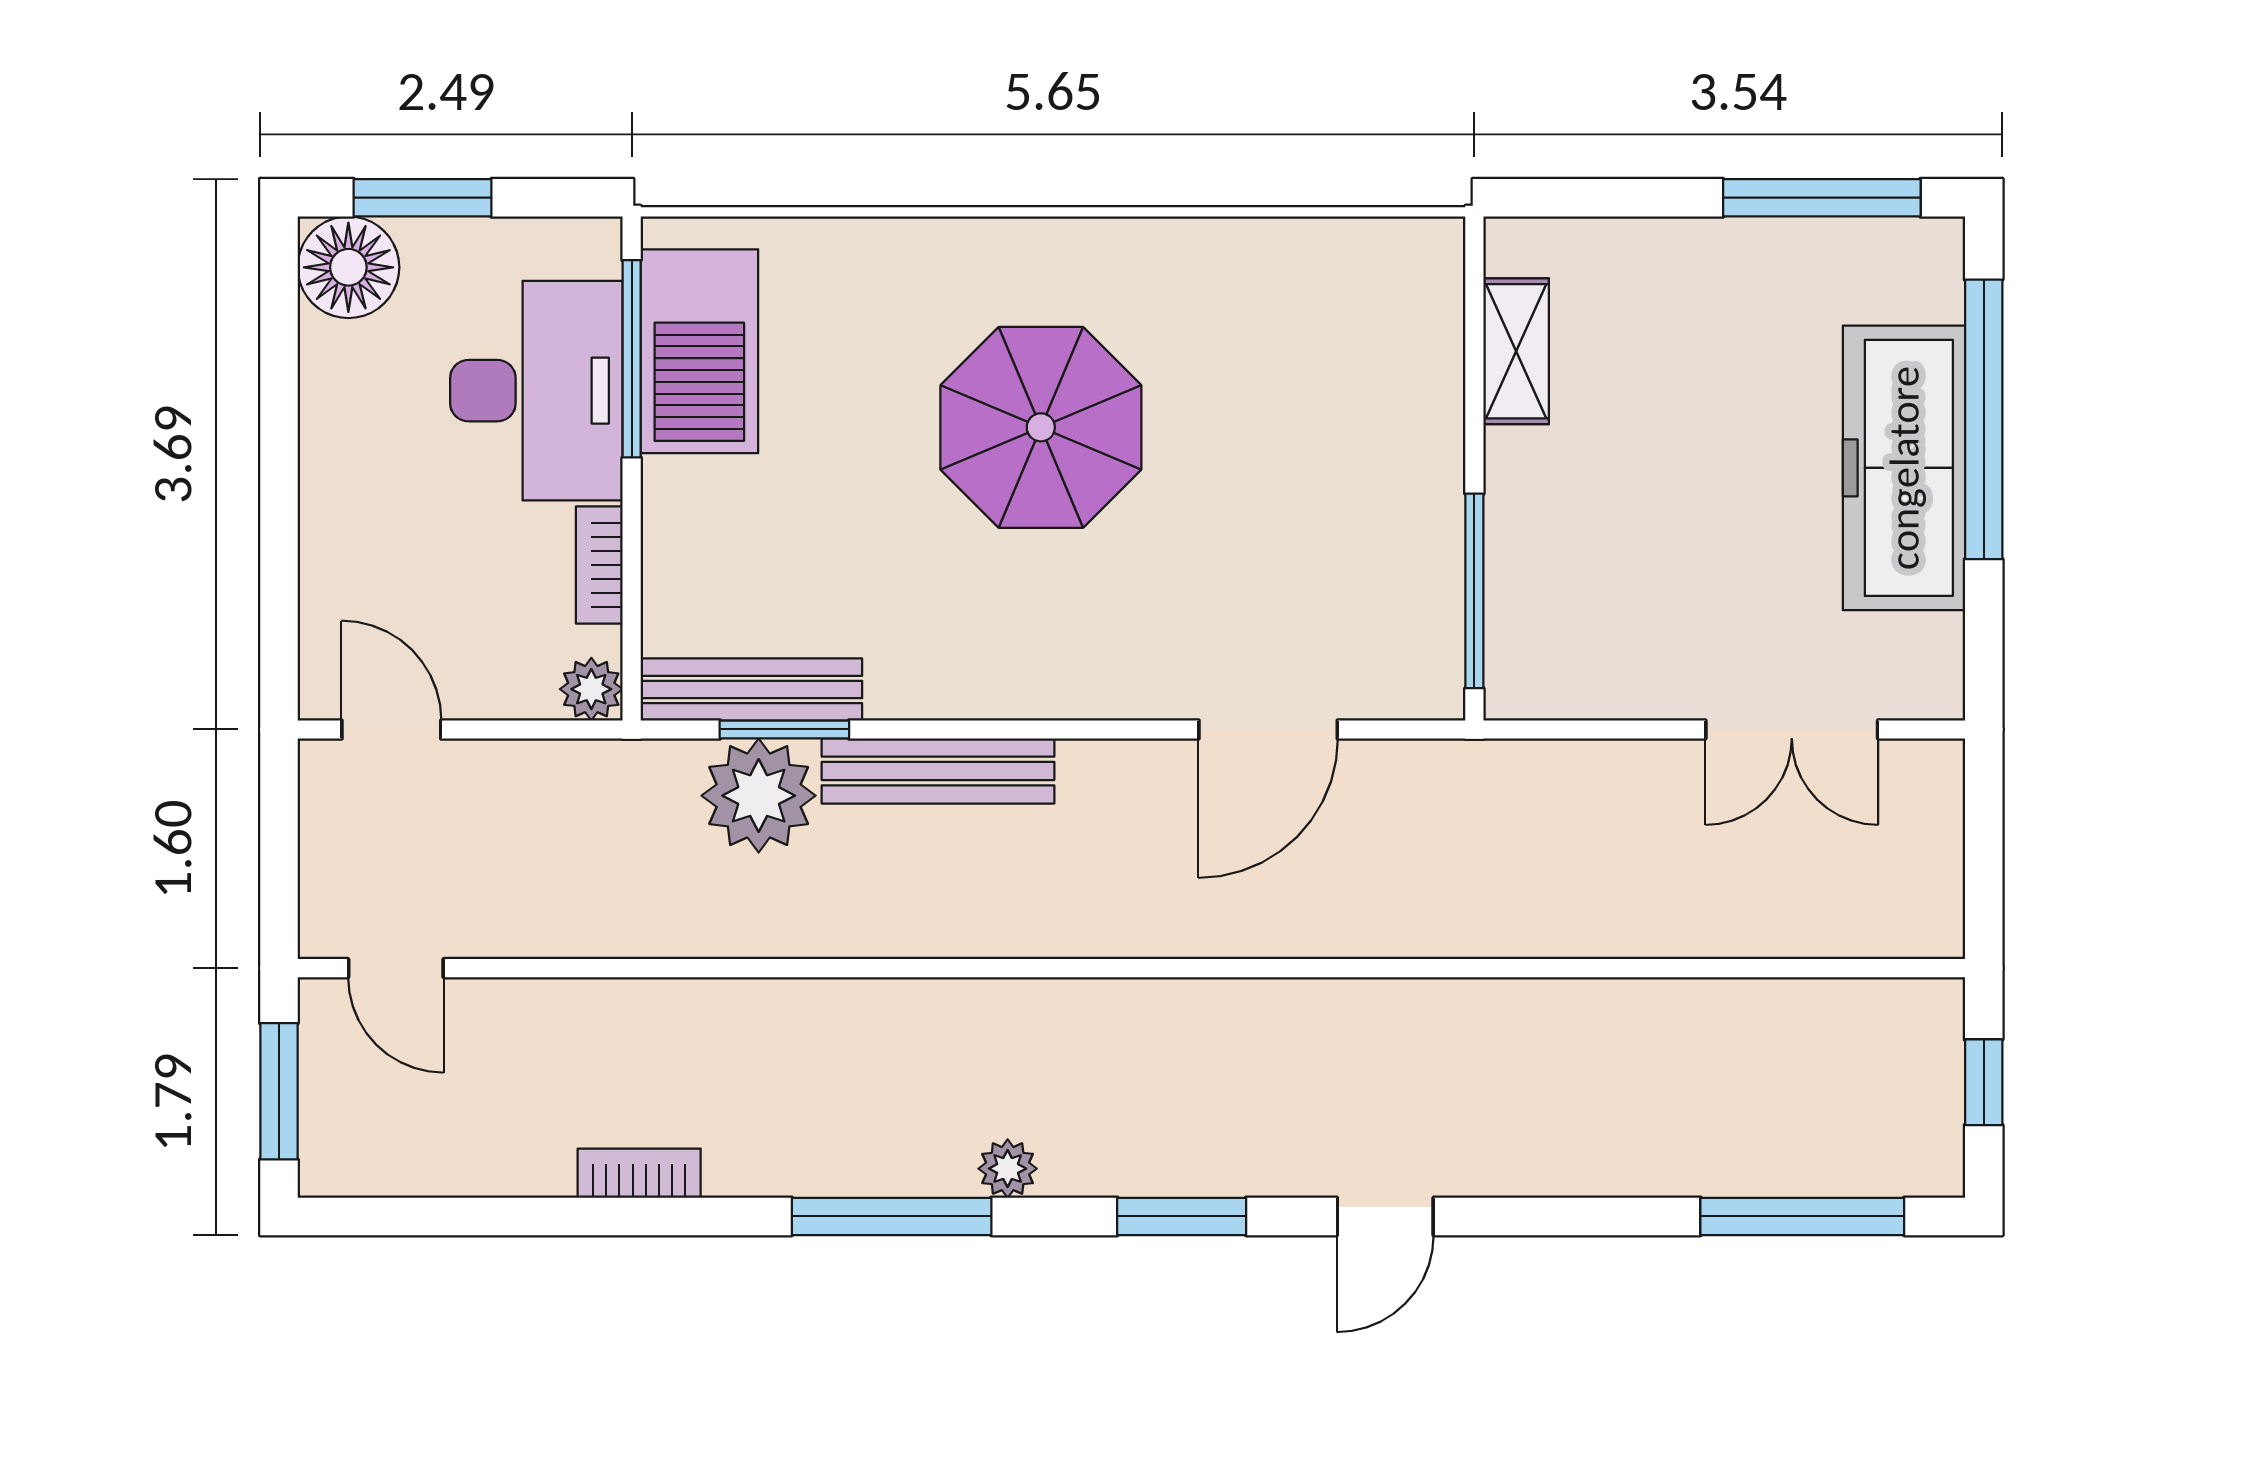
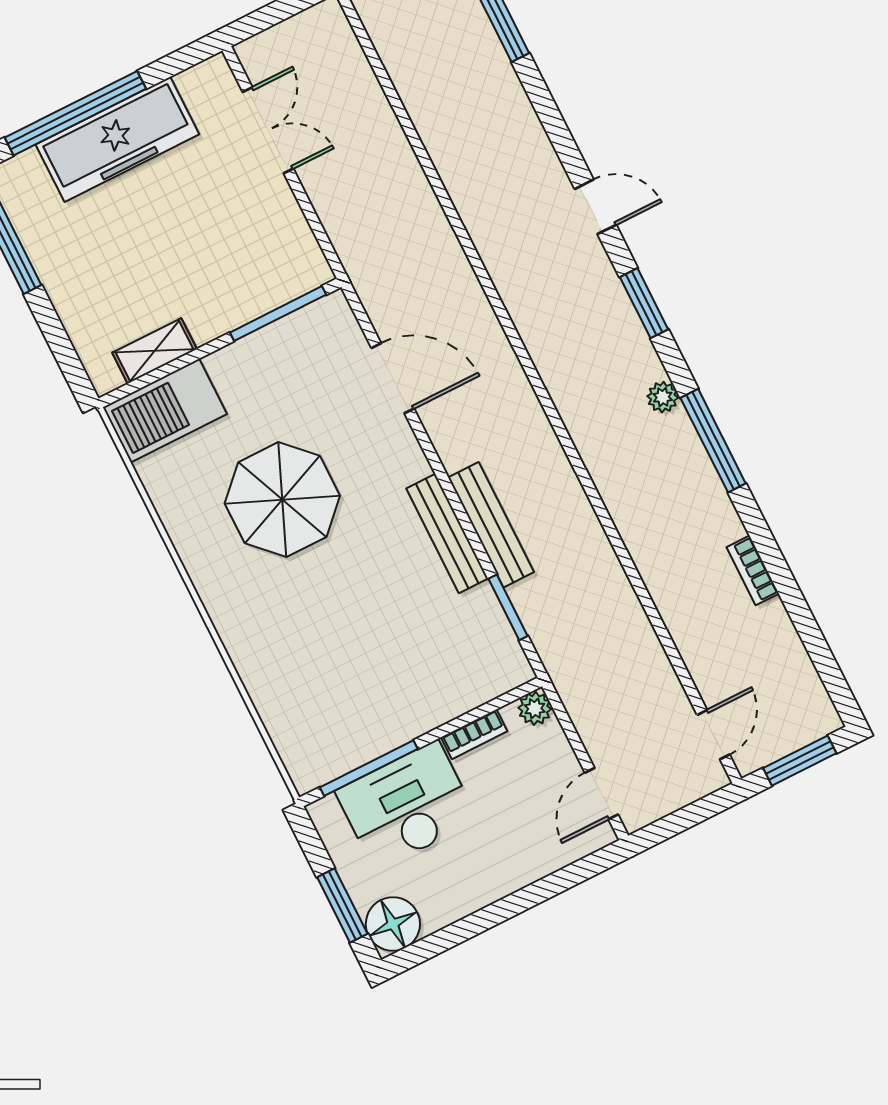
barbecue: (699, 351) -> (165, 411), moved, turned 180
parasol: (1041, 427) -> (282, 500), moved
bench: (751, 689) -> (447, 534), moved
plant: (759, 796) -> (545, 604), removed

